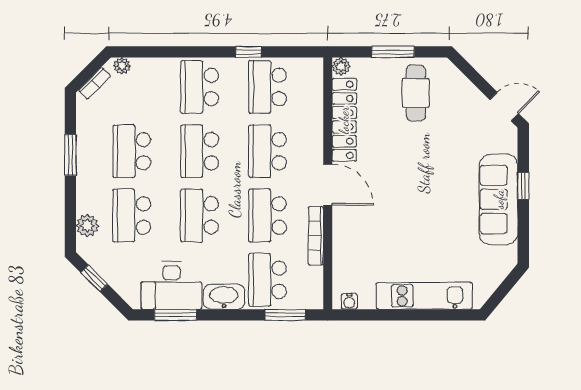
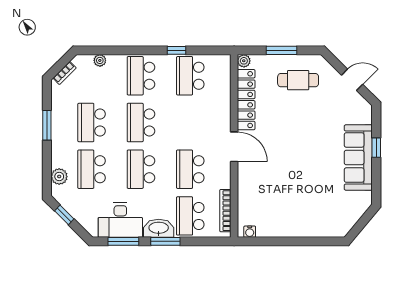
plant: (122, 66) -> (100, 60), moved
cafe table: (416, 93) -> (298, 80), turned 90
door: (504, 107) -> (352, 80), moved
school desk: (268, 151) -> (190, 122), removed
bookcase: (316, 236) -> (225, 211), moved
kitchen unit: (424, 296) -> (304, 228), removed
window: (285, 315) -> (165, 241), moved

